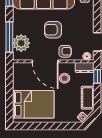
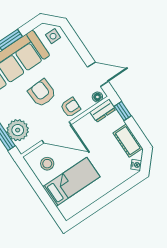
armchair: (53, 30) -> (42, 93), turned 87
stool: (65, 78) -> (47, 164), moved
bed: (33, 104) -> (71, 182), width x0.67

